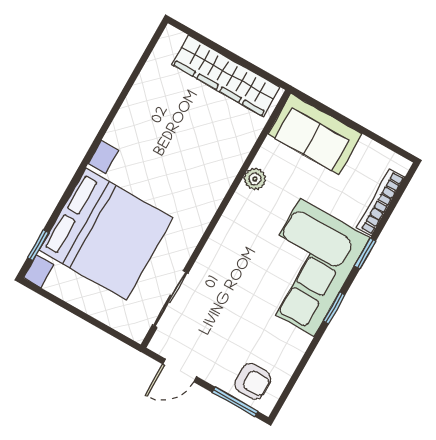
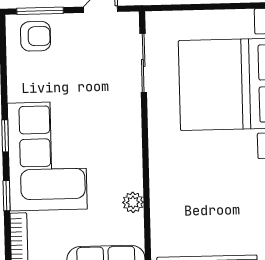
armchair: (253, 381) -> (36, 36), turned 180

